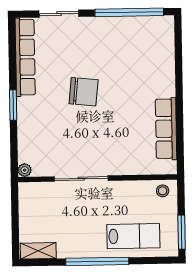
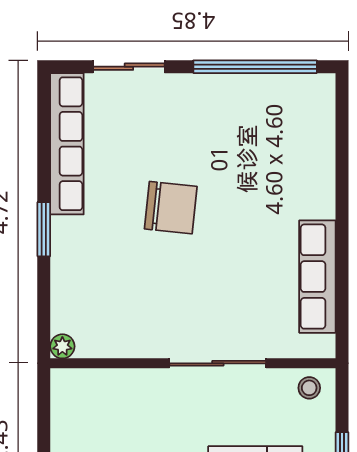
sliding door: (81, 179) -> (218, 363), moved

